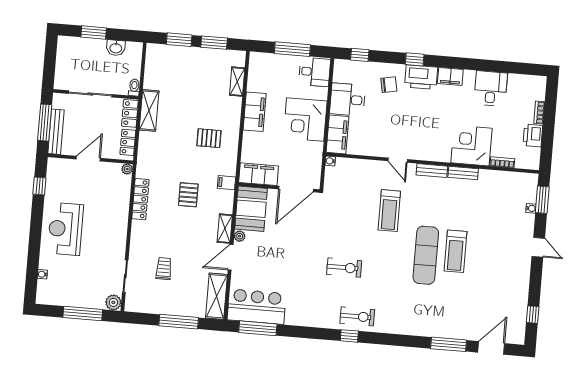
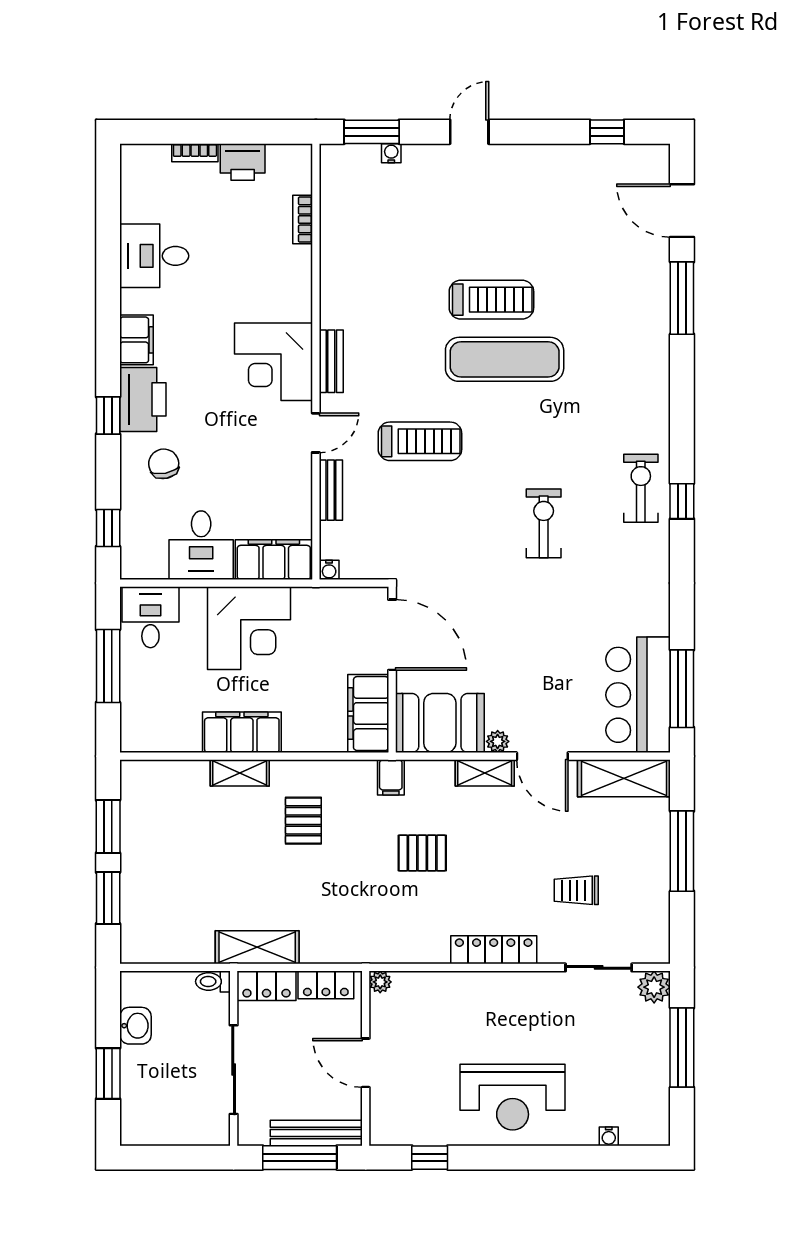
shelving: (237, 82) -> (240, 773), moved
corner desk: (471, 146) -> (273, 362), moved
bench: (463, 173) -> (331, 490), moved
locker: (140, 199) -> (494, 950), moved

